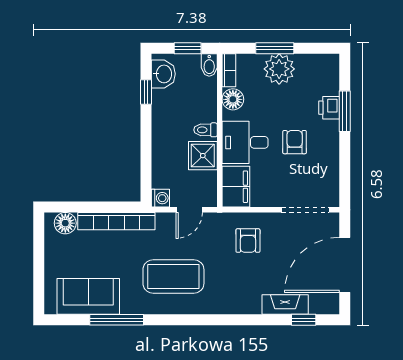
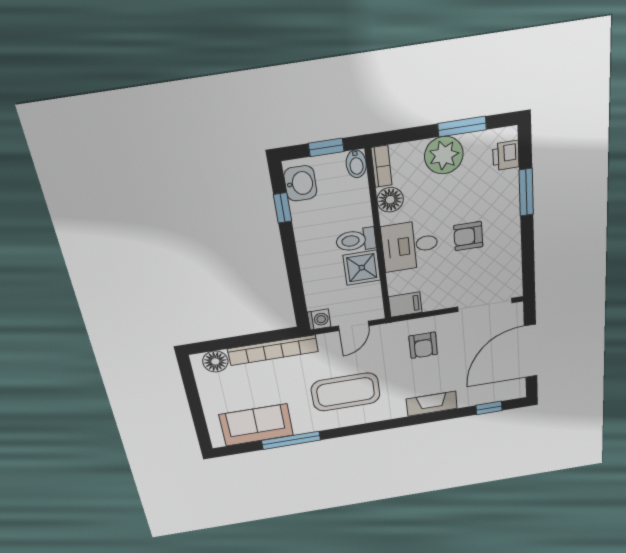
window: (275, 48) -> (462, 127), moved
printer: (329, 108) -> (506, 155), moved
toilet: (205, 130) -> (356, 240), width x1.37, depth x1.39
armchair: (295, 142) -> (468, 236), turned -90
filing cabinet: (236, 187) -> (405, 305), width x0.50
fireplace: (285, 305) -> (432, 404), moved

